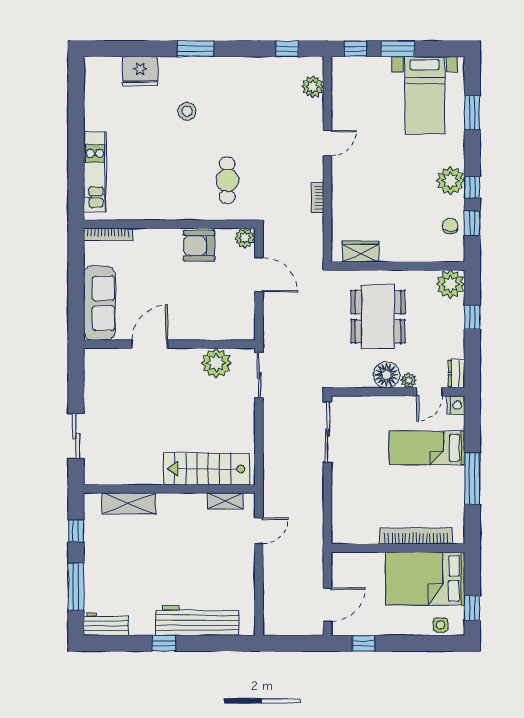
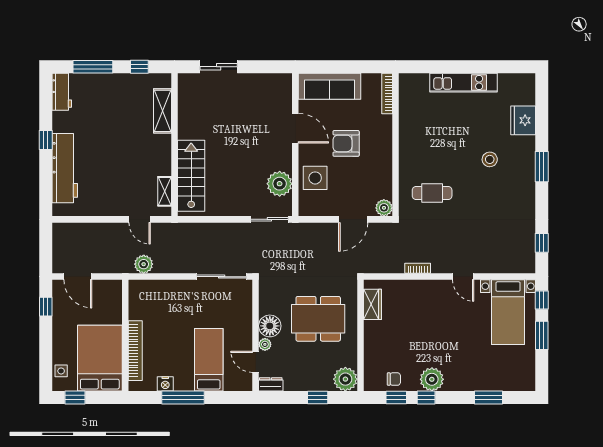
plant: (313, 87) -> (144, 264), moved
bed with nightstands: (425, 95) -> (508, 312), moved, turned -90
kitchen unit: (95, 172) -> (464, 83), moved
armchair: (199, 246) -> (346, 143), moved, turned -90
side table: (209, 320) -> (315, 178), added
nightstand: (456, 405) -> (165, 384), moved

